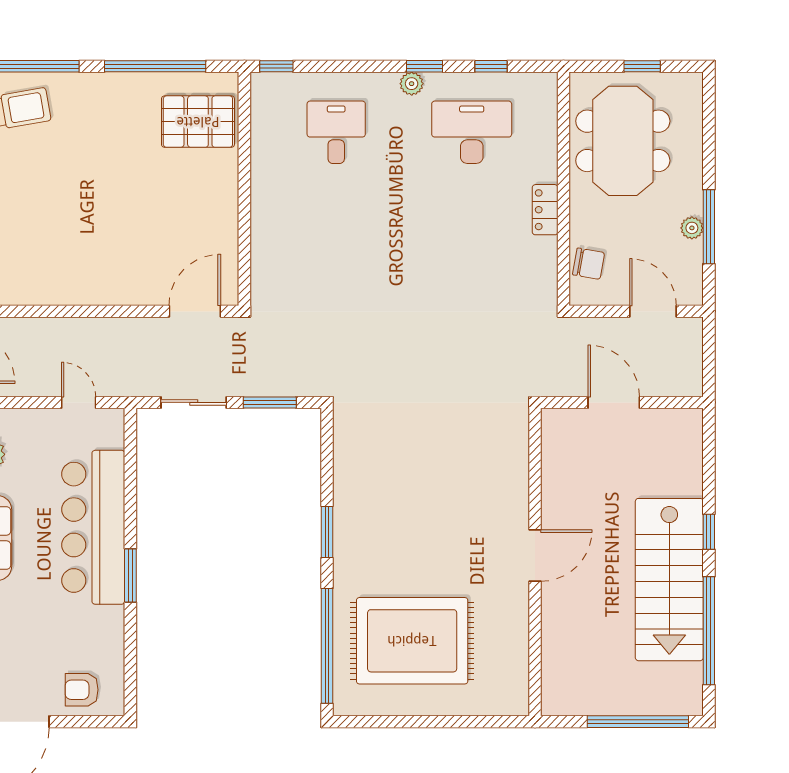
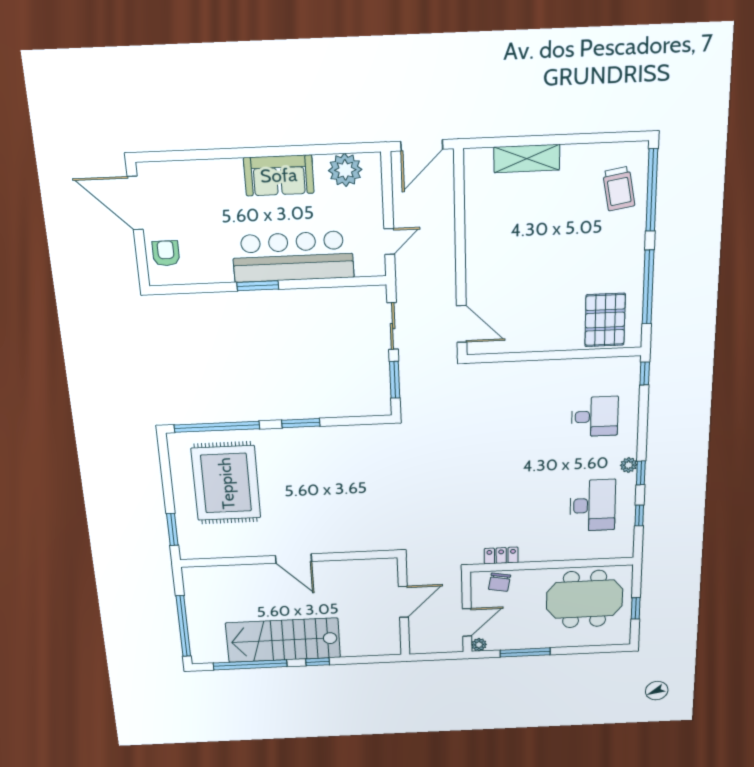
locker: (545, 210) -> (501, 556), moved
plant: (692, 228) -> (479, 645), moved
window: (480, 722) -> (172, 529), added

